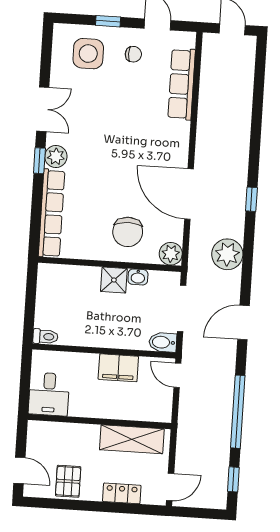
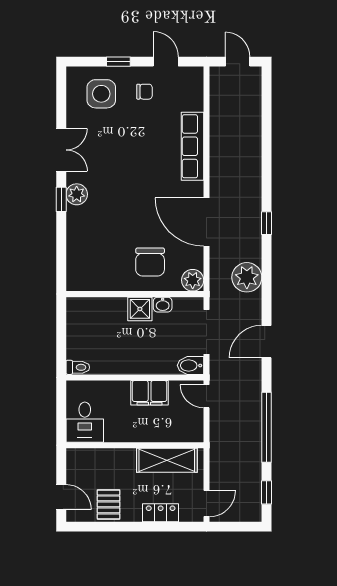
row of seats: (182, 84) -> (193, 146), moved
row of seats: (52, 213) -> (76, 249), removed

